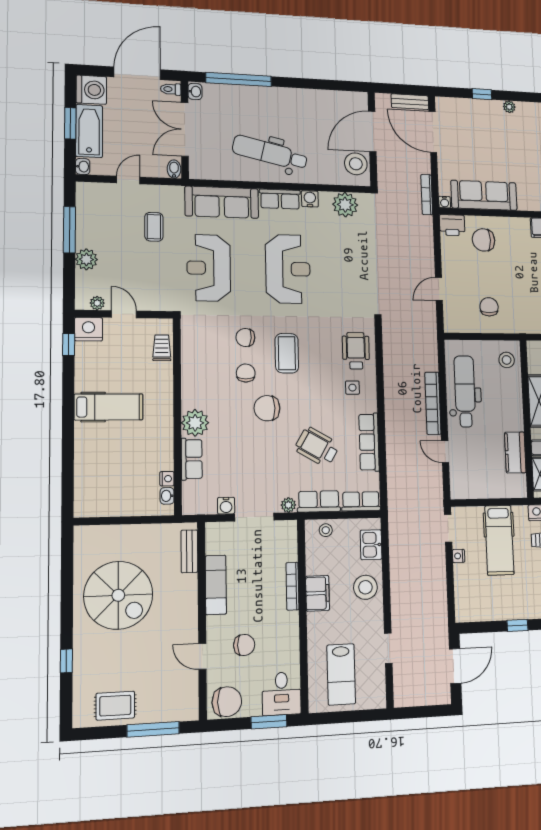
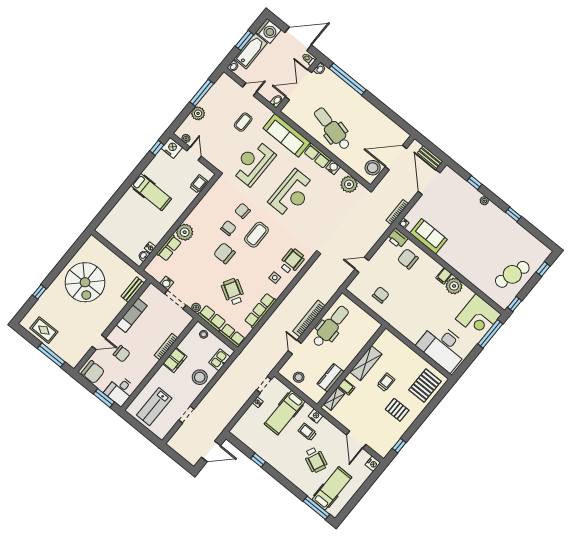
sofa: (484, 195) -> (428, 236), width x0.73
stool: (507, 360) -> (299, 377), moved
door: (202, 656) -> (99, 342), swing flipped

